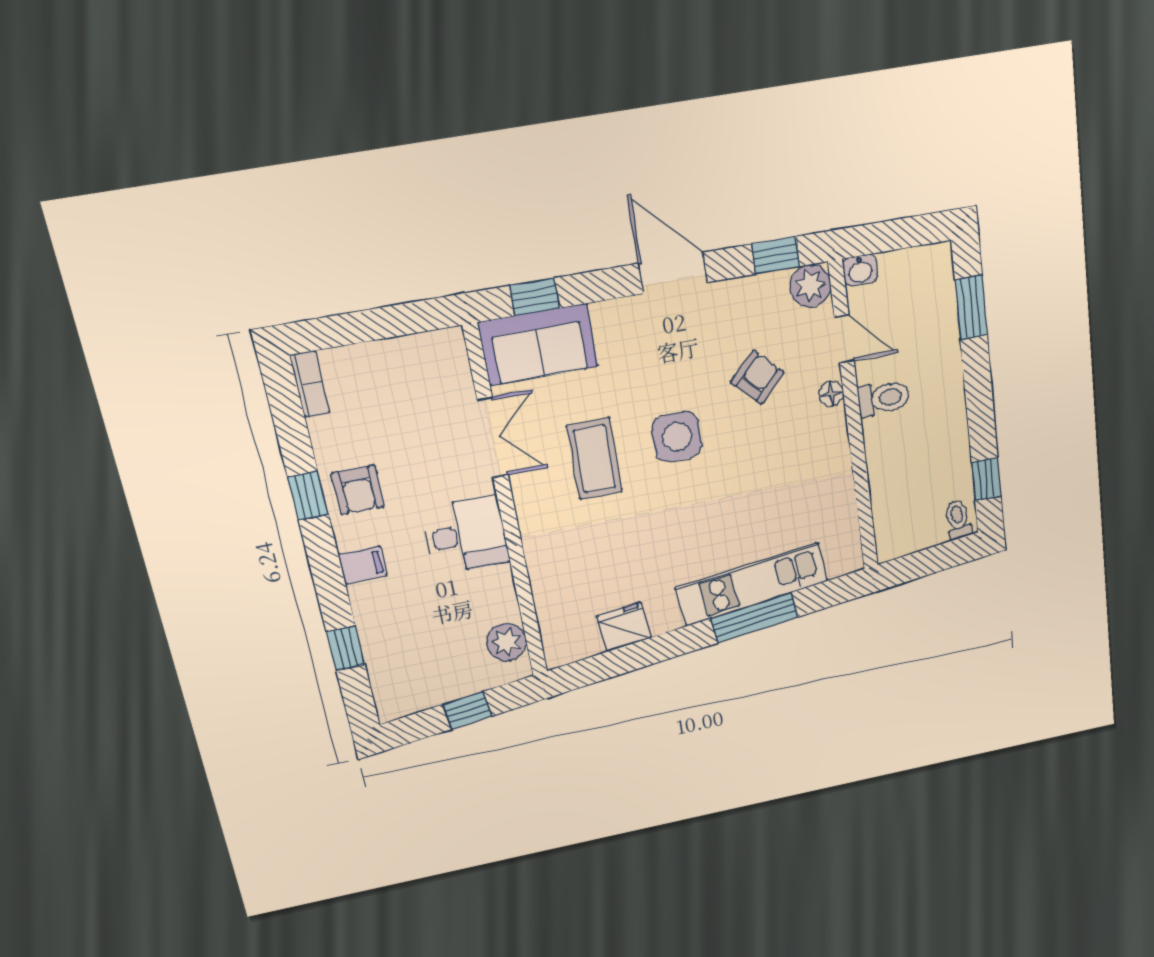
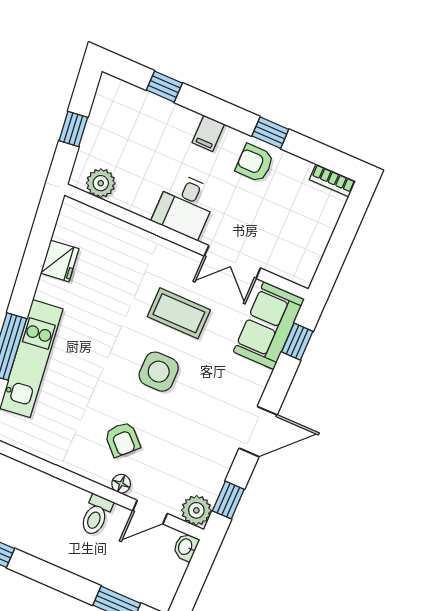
armchair: (757, 377) -> (122, 439), moved

